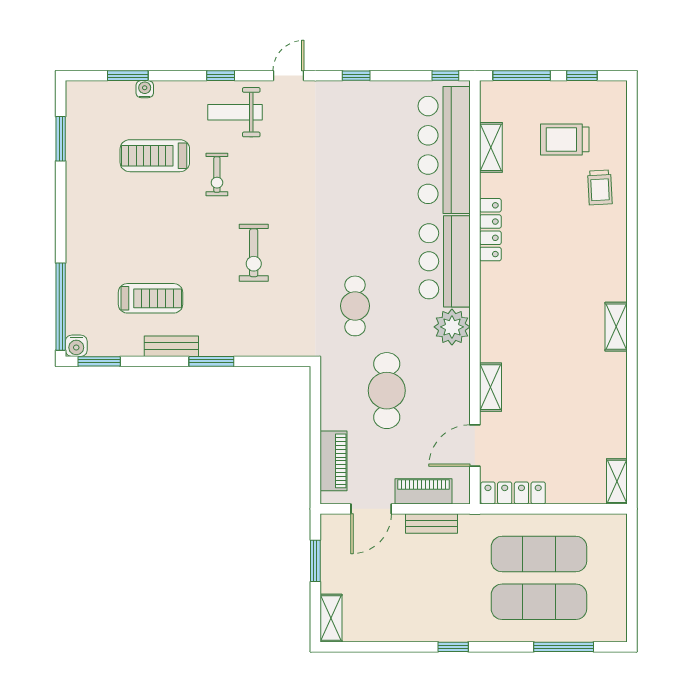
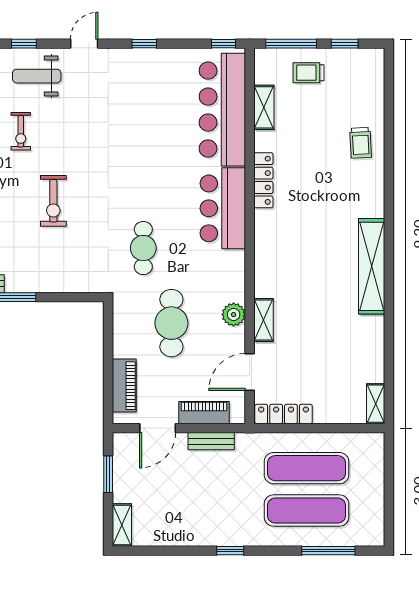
trolley: (565, 139) -> (309, 73), moved, width x0.73, depth x0.72
plant: (452, 327) -> (234, 315), moved, width x0.73, depth x0.73
shelving: (616, 327) -> (372, 266), width x2.20, depth x1.33

